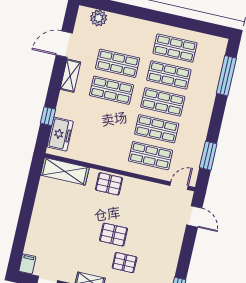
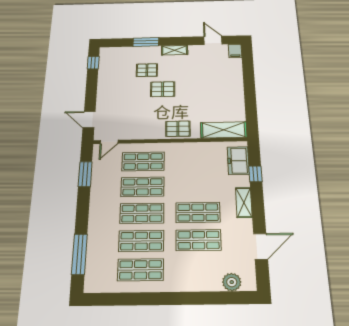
shelving: (70, 76) -> (244, 203), moved

